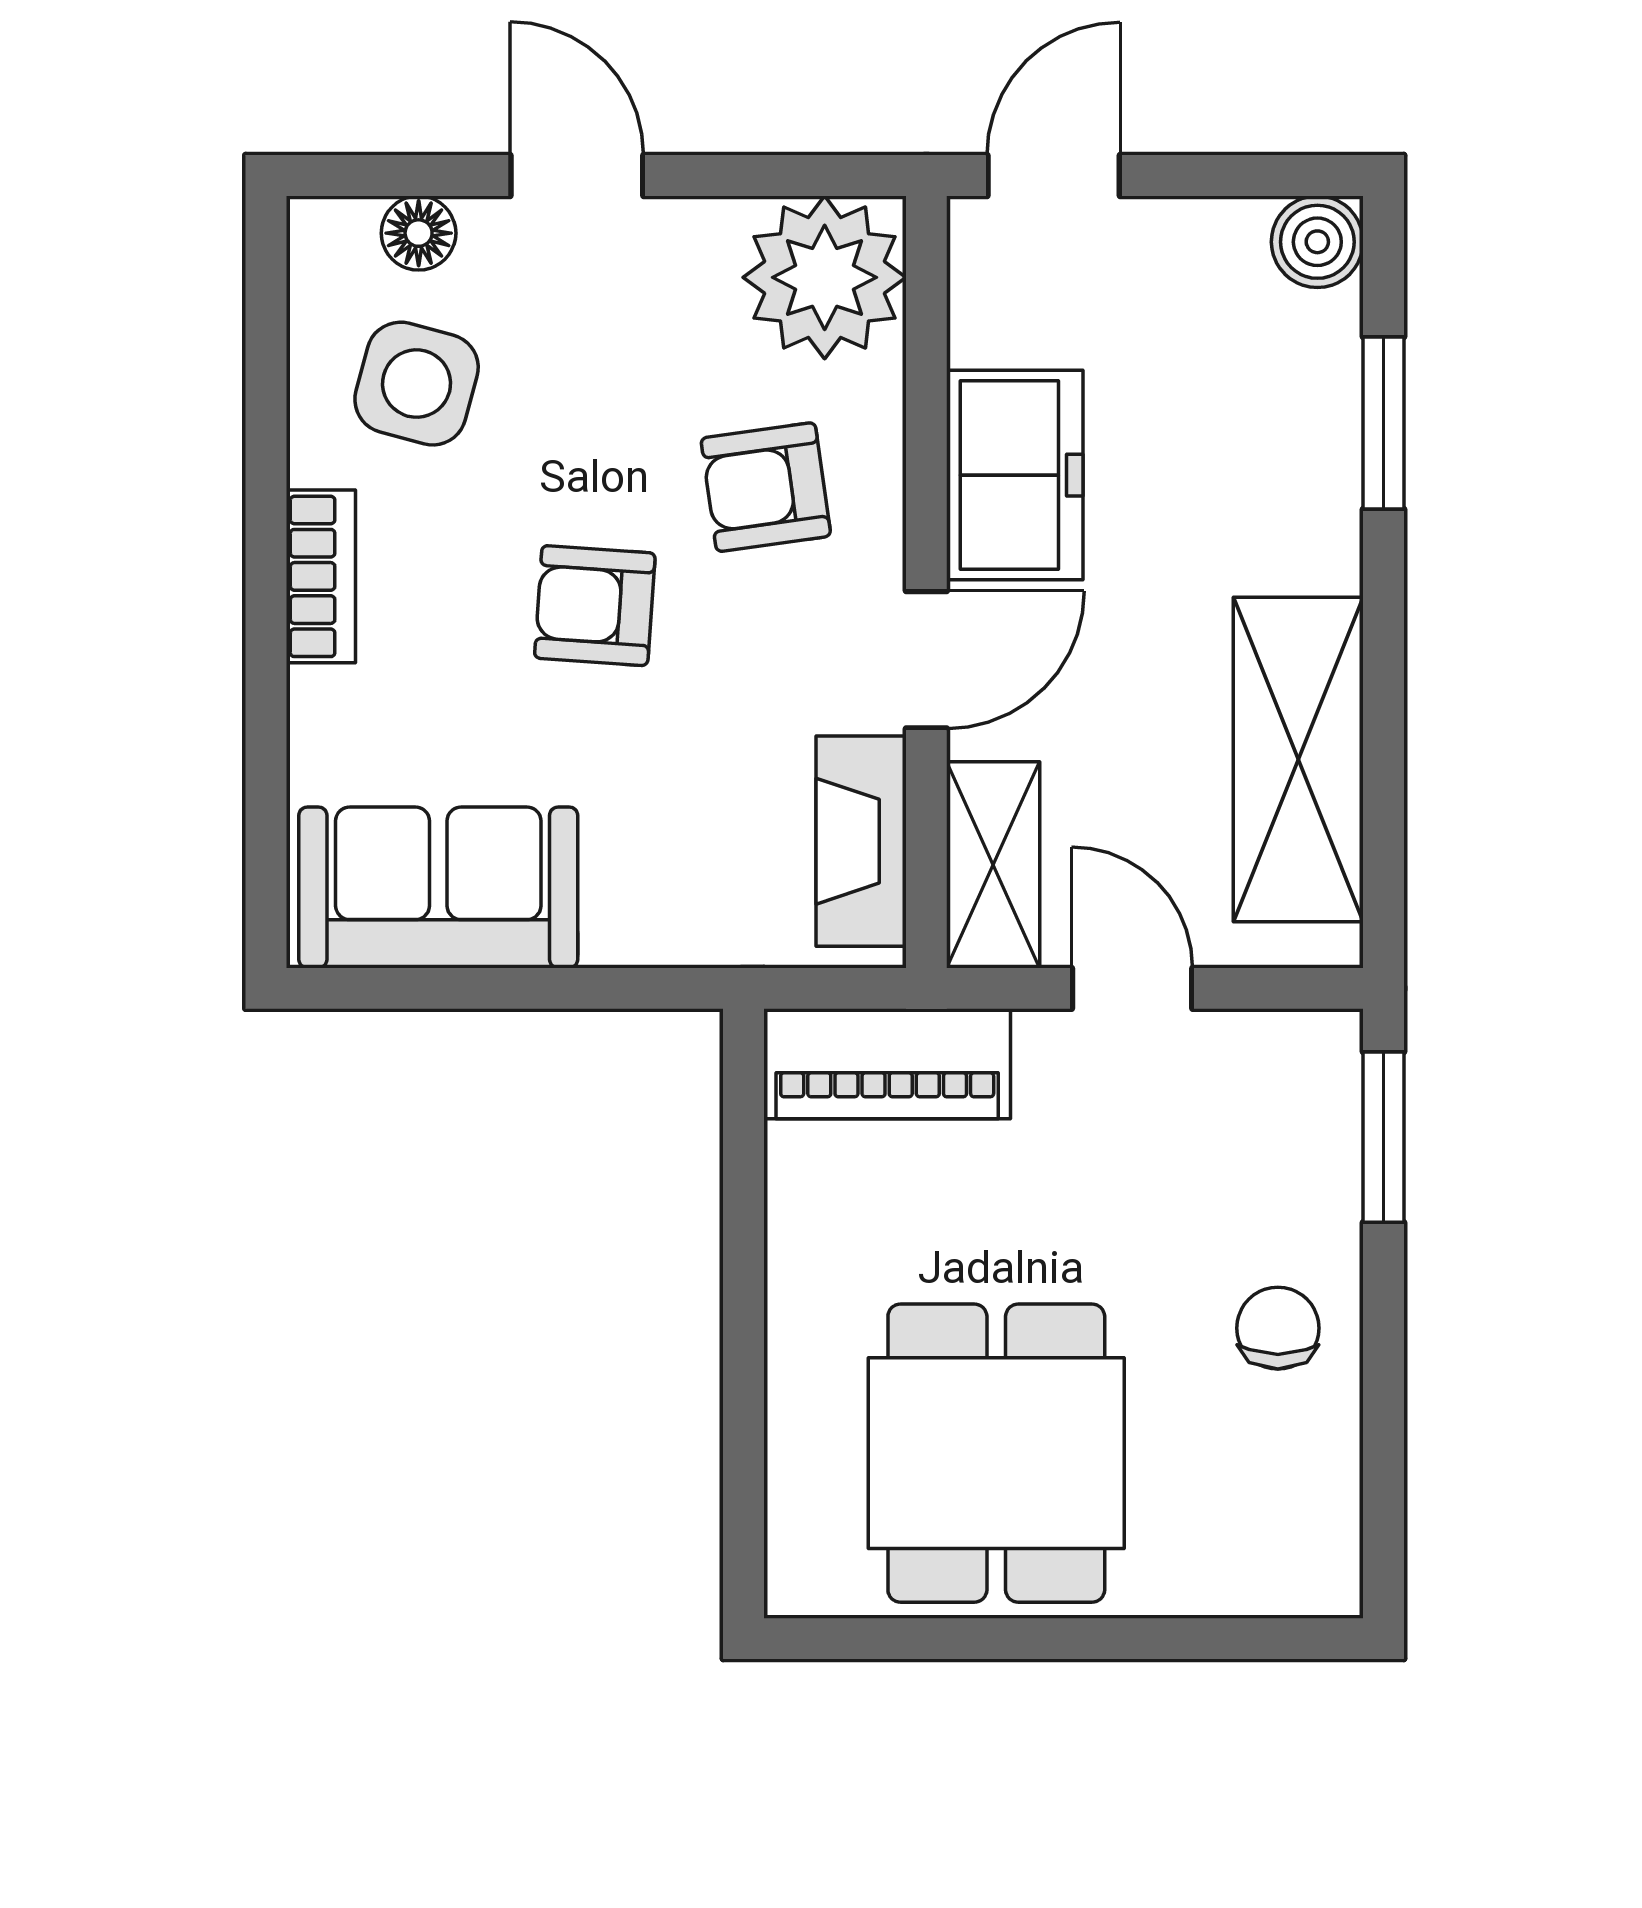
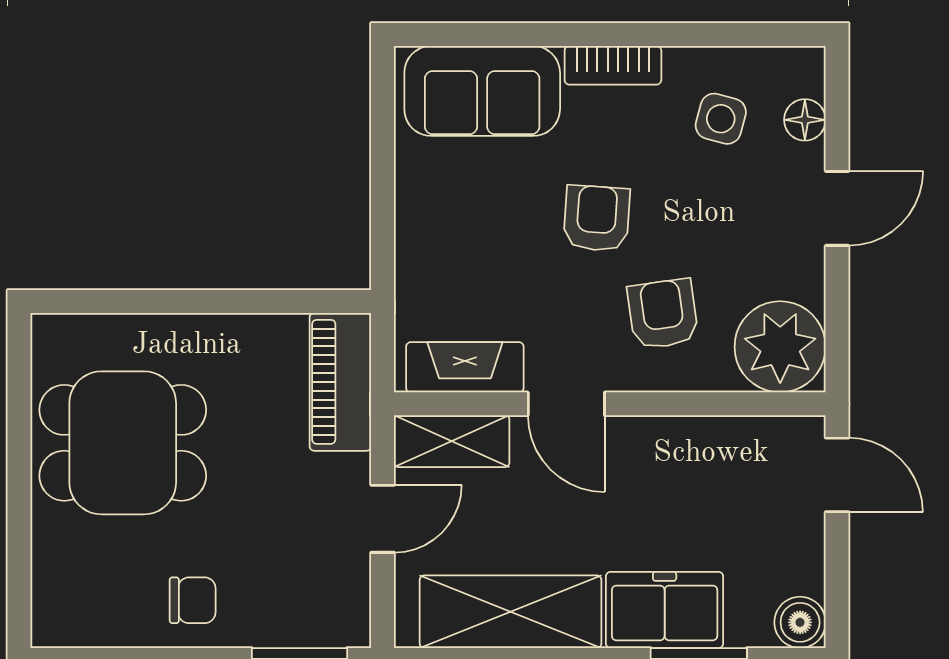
side table: (417, 384) -> (721, 119), width x0.73, depth x0.73
freezer: (1015, 475) -> (665, 610), moved, turned 180
sofa: (438, 887) -> (482, 91), moved, turned 90

